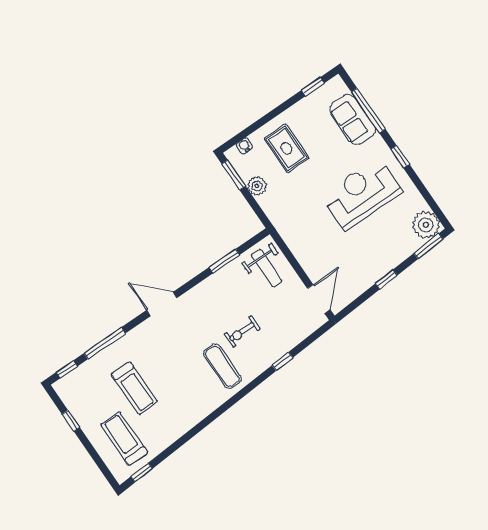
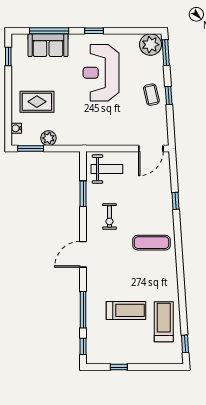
coffee table: (375, 261) -> (151, 95), added
door: (319, 299) -> (151, 149), swing flipped
exercise bike: (242, 332) -> (109, 217), moved
treadmill: (124, 439) -> (164, 322), moved, turned 90

